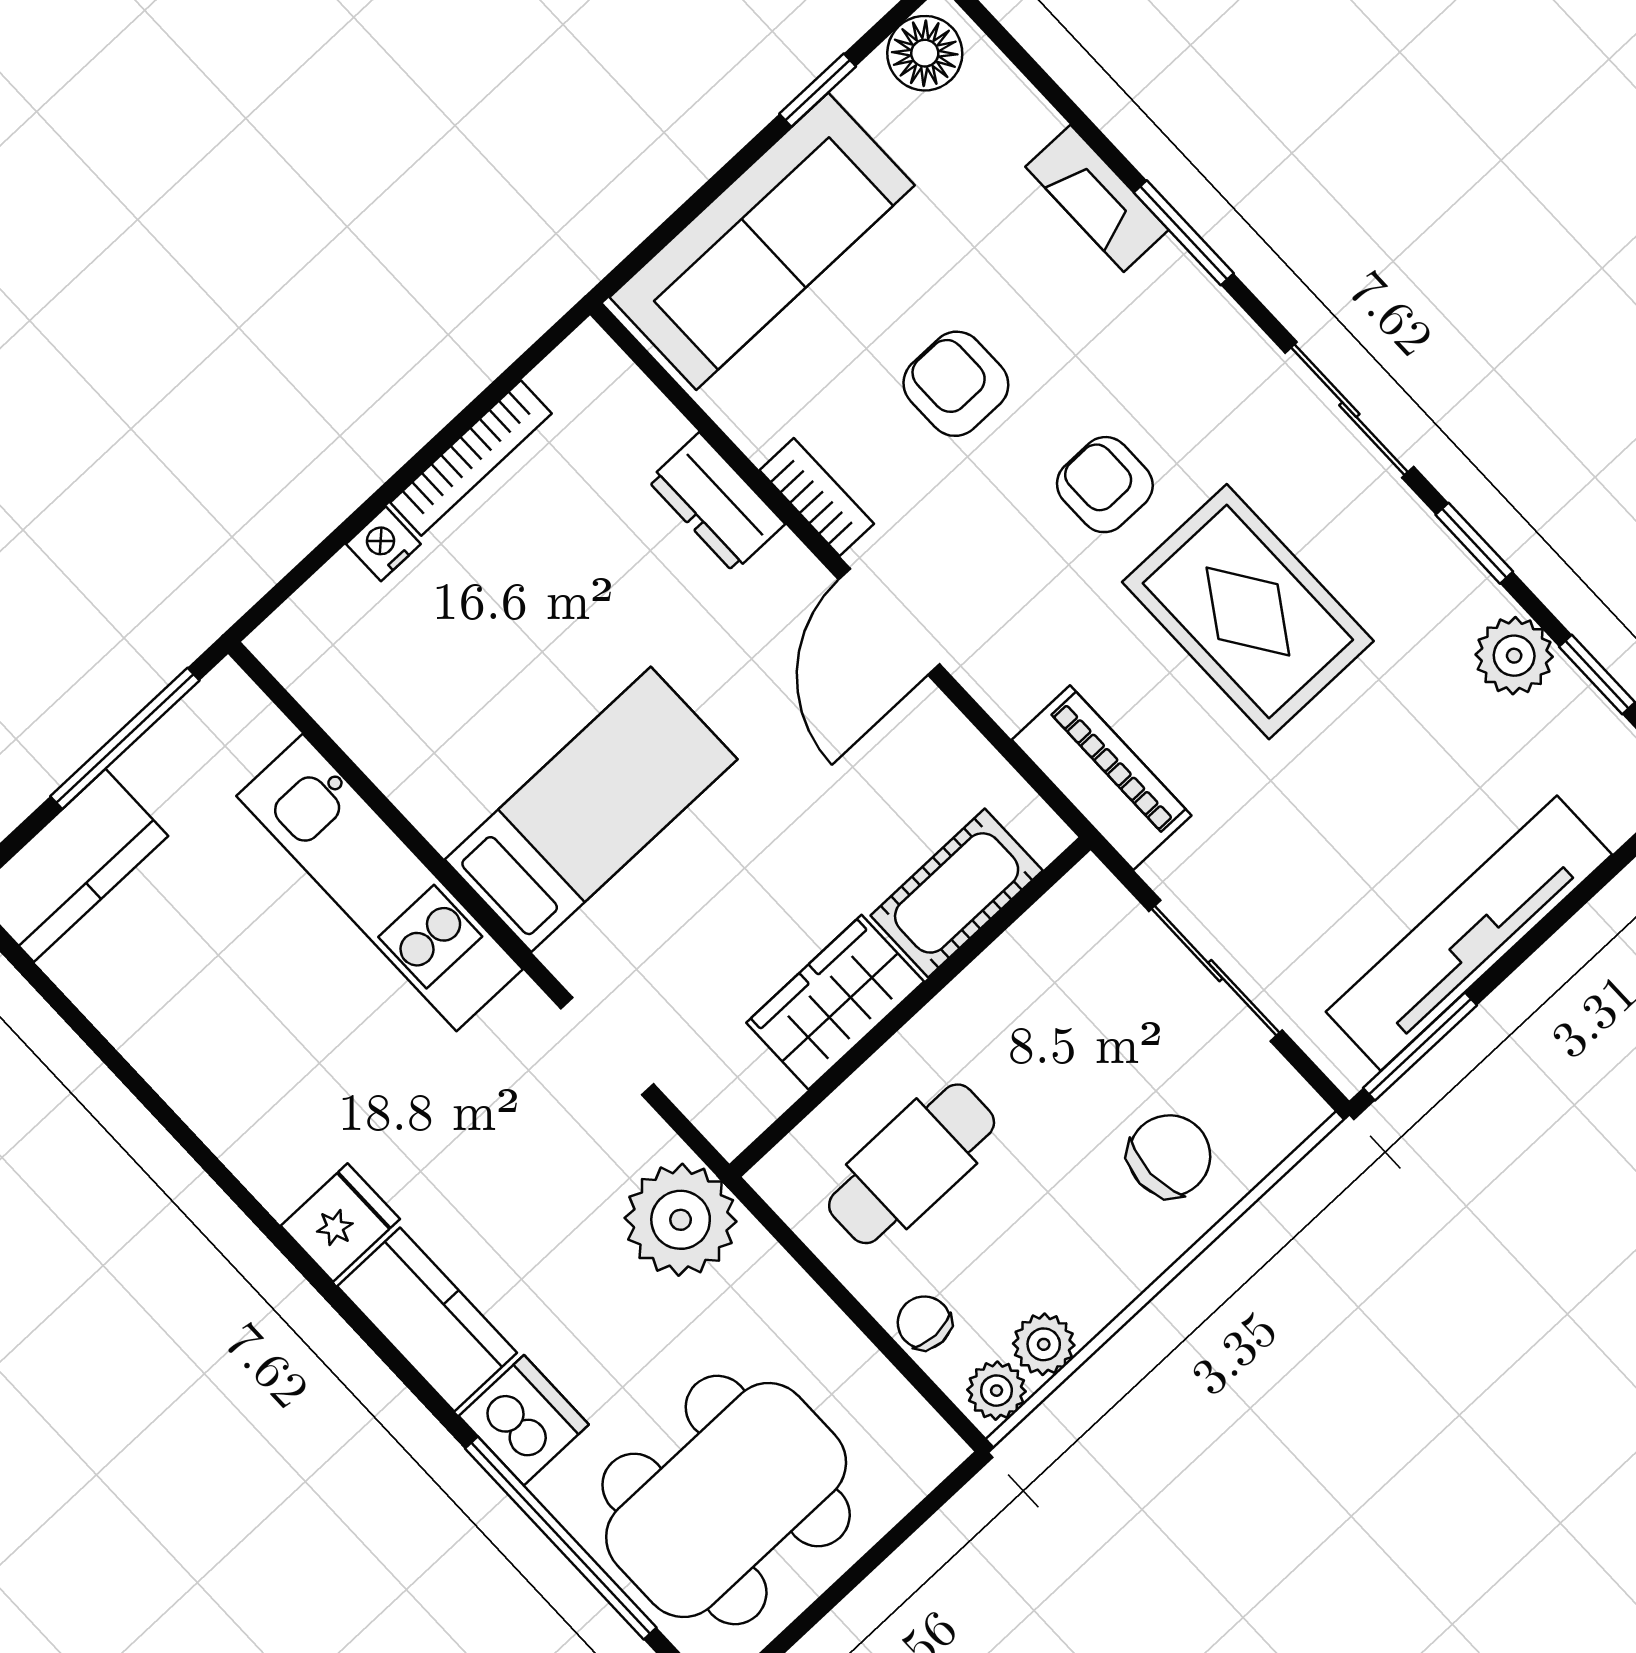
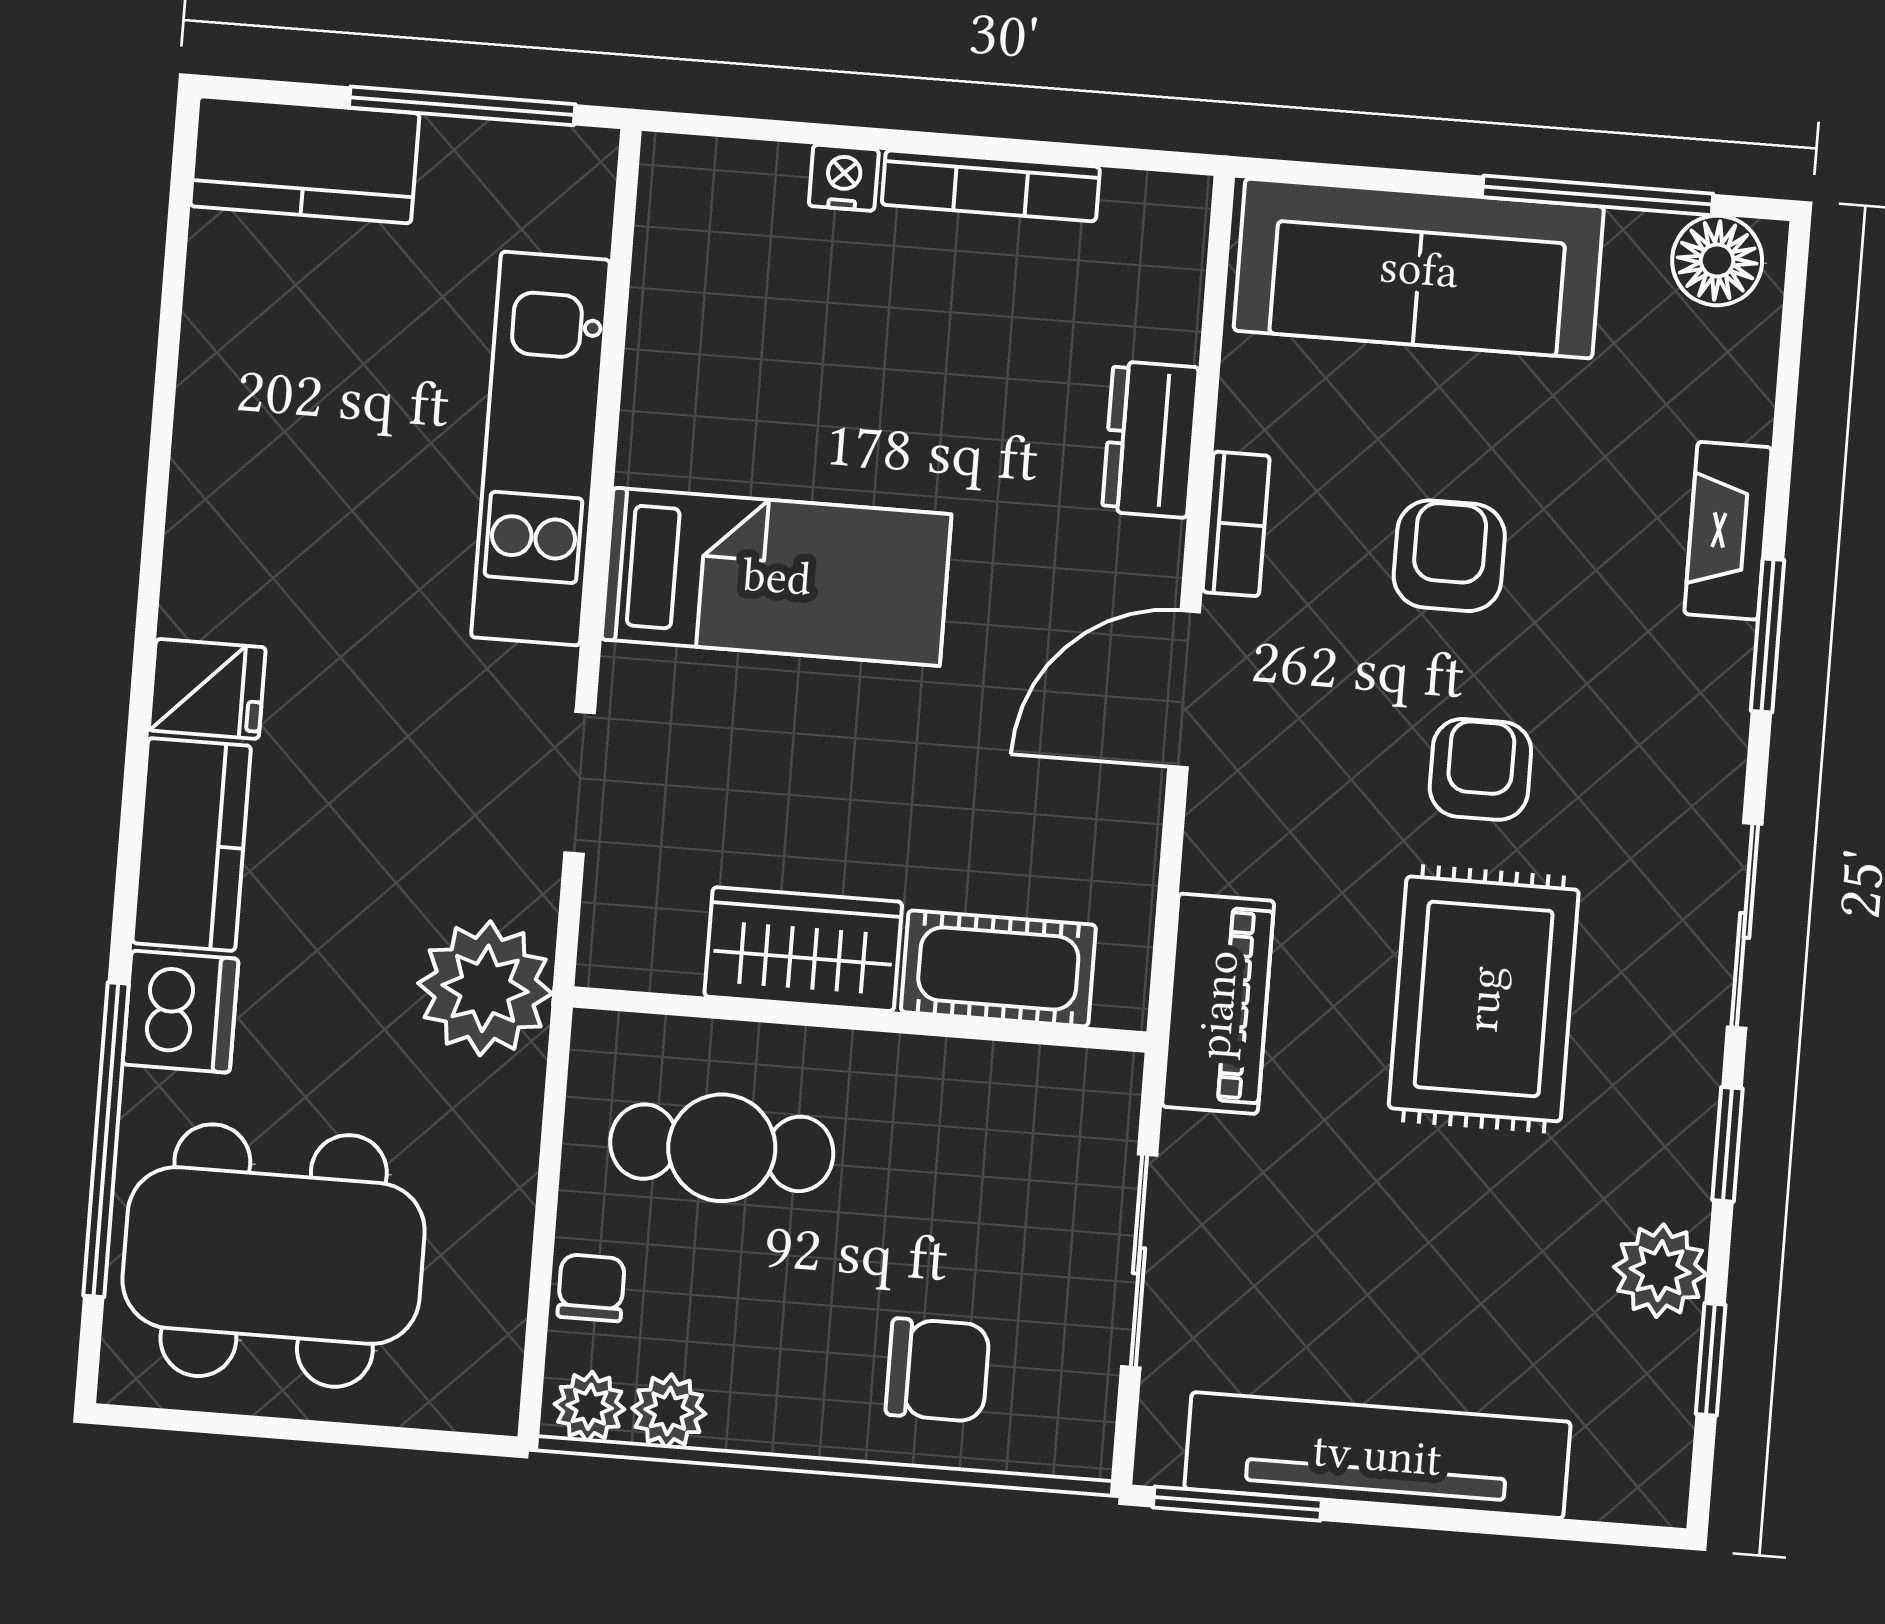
window: (818, 90) -> (1598, 195), width x2.17

